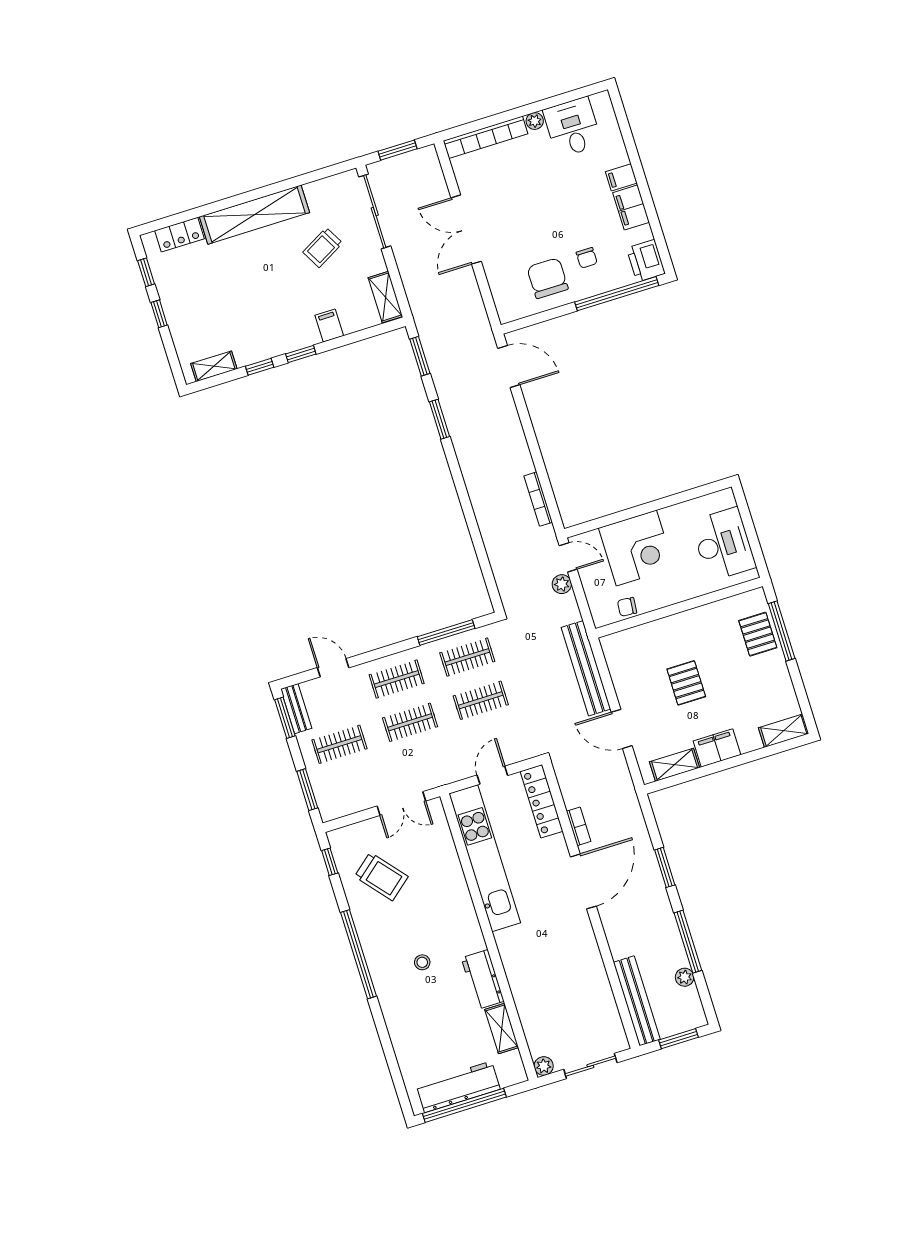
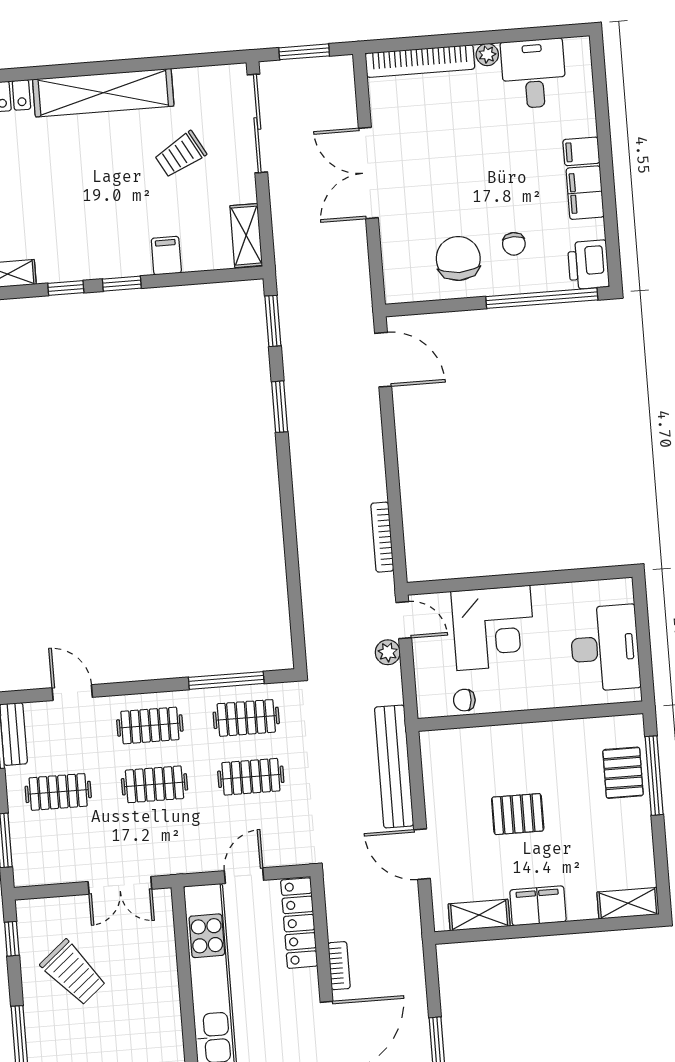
pallet: (686, 683) -> (518, 814), turned 90

